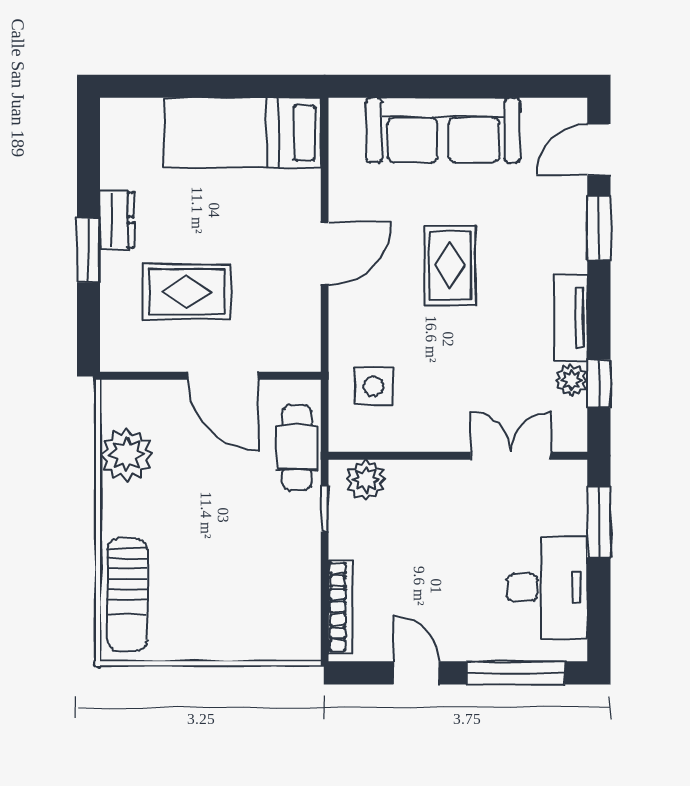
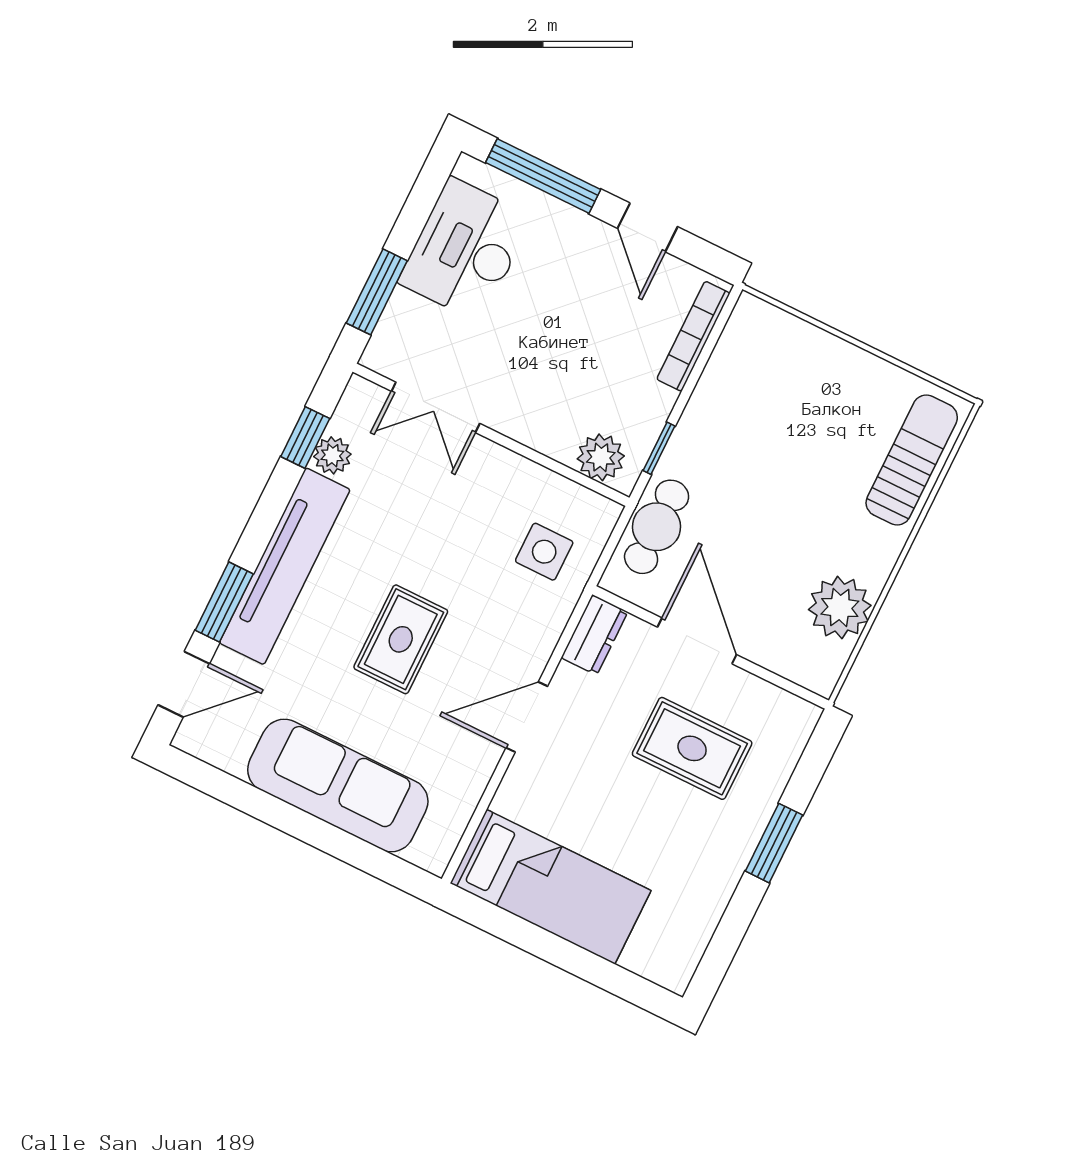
dresser: (117, 220) -> (594, 635), moved, turned 180
tv unit: (571, 318) -> (285, 566), width x1.92, depth x1.29

